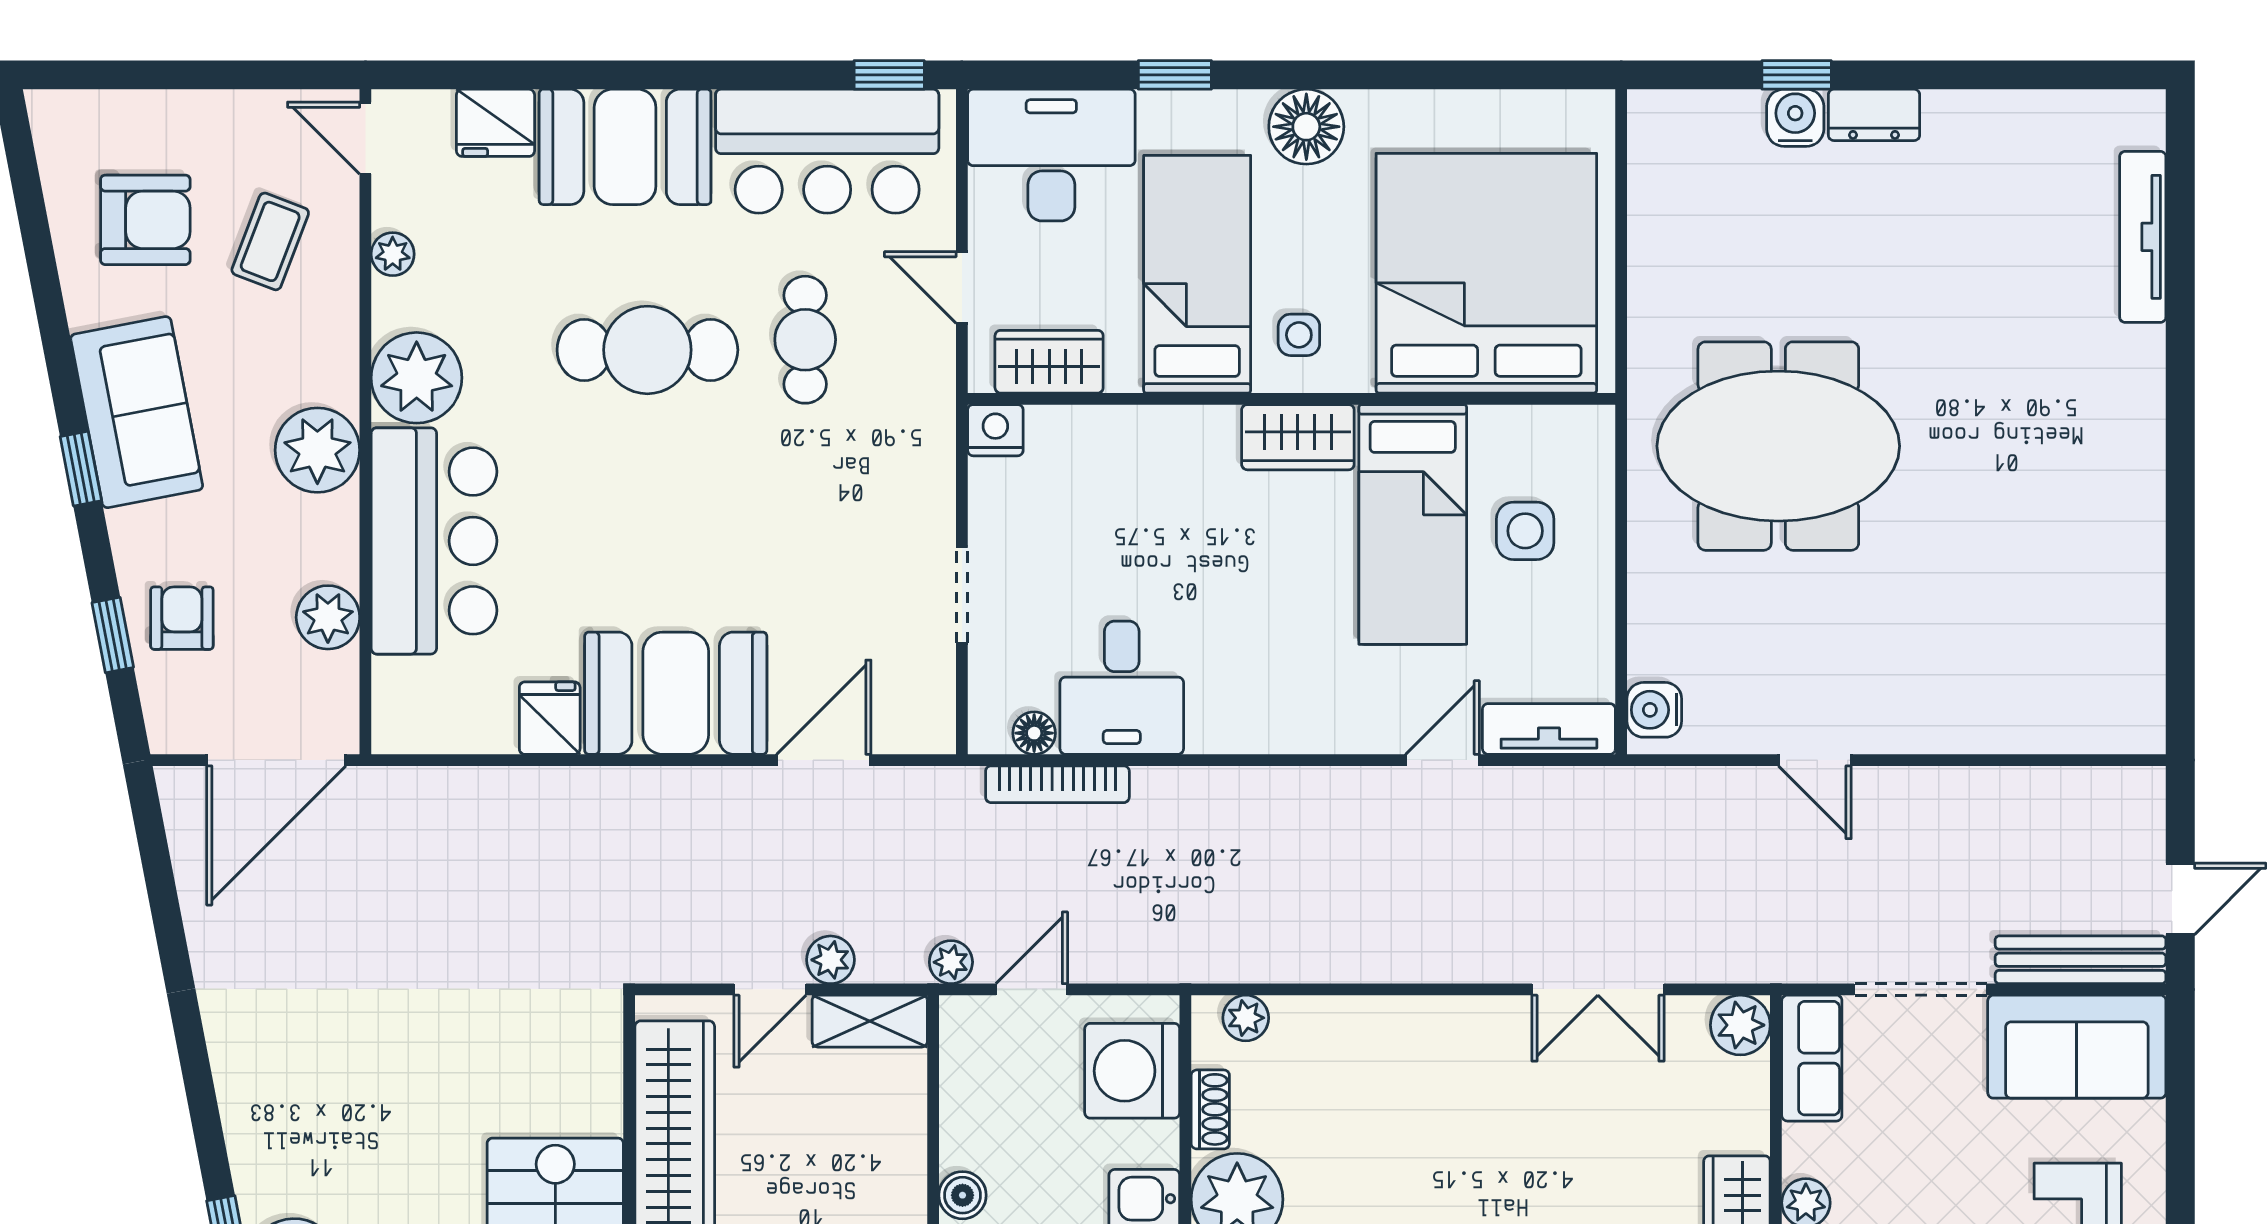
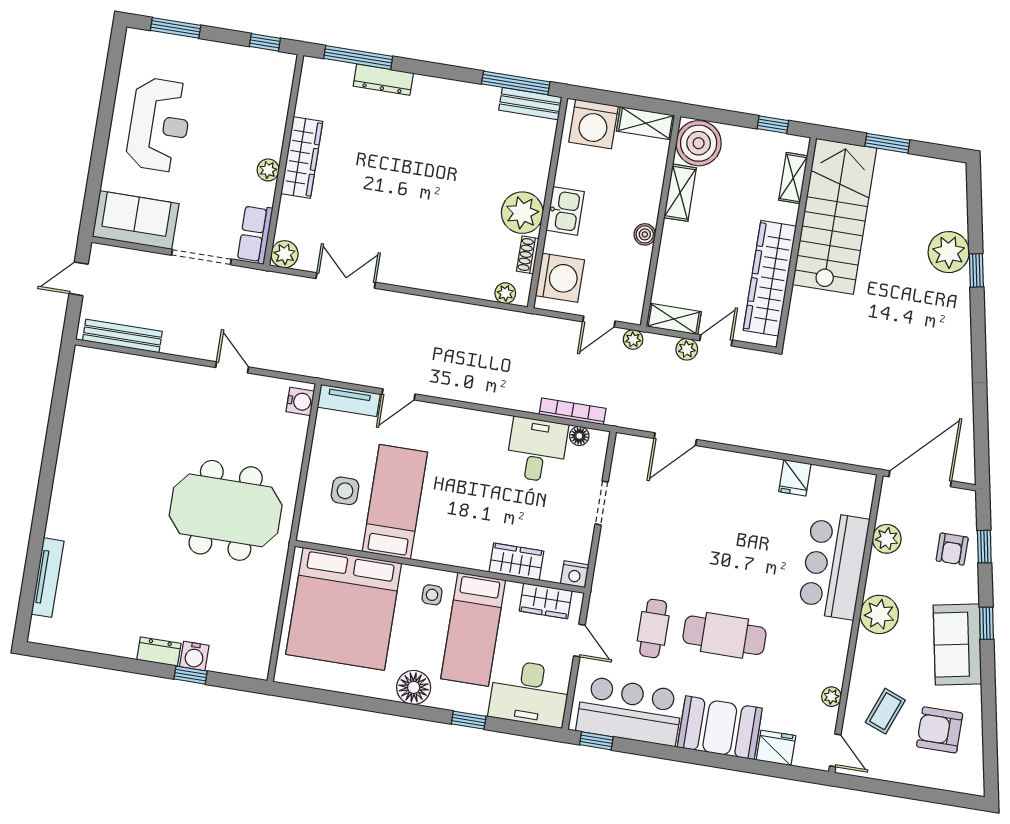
plant: (417, 378) -> (830, 640), removed
wardrobe: (1298, 437) -> (516, 562), moved
booth: (676, 693) -> (737, 480), removed
bench: (2081, 960) -> (122, 336), moved

